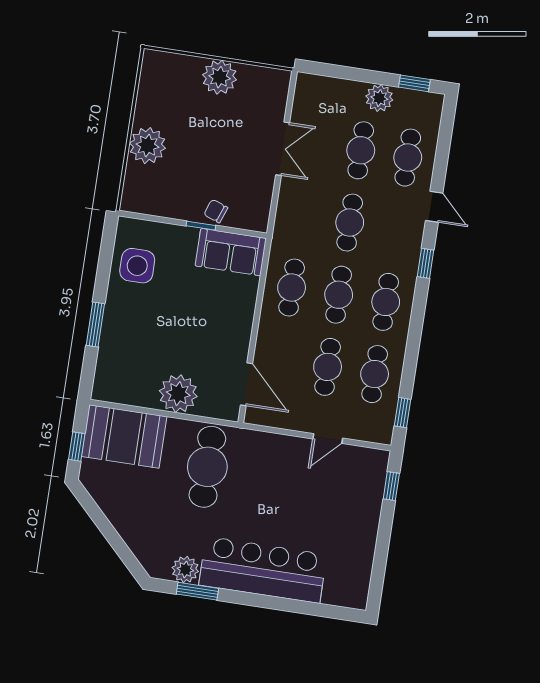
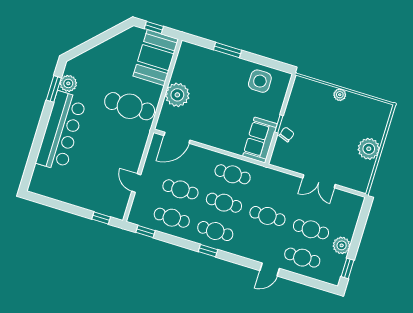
plant: (148, 146) -> (340, 95), width x0.53, depth x0.53
window: (425, 263) -> (208, 251), moved

